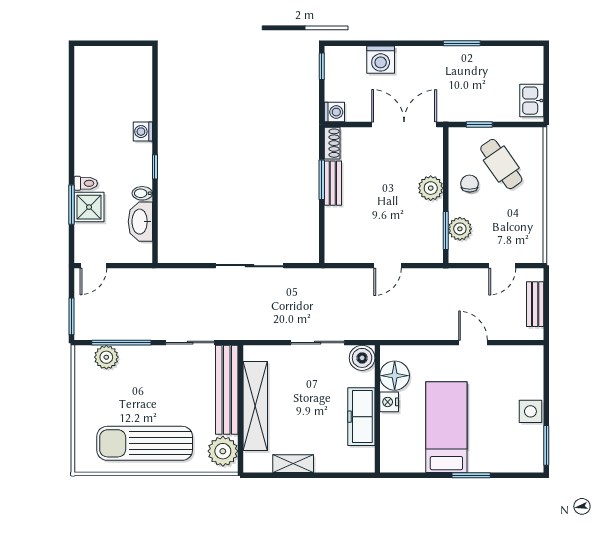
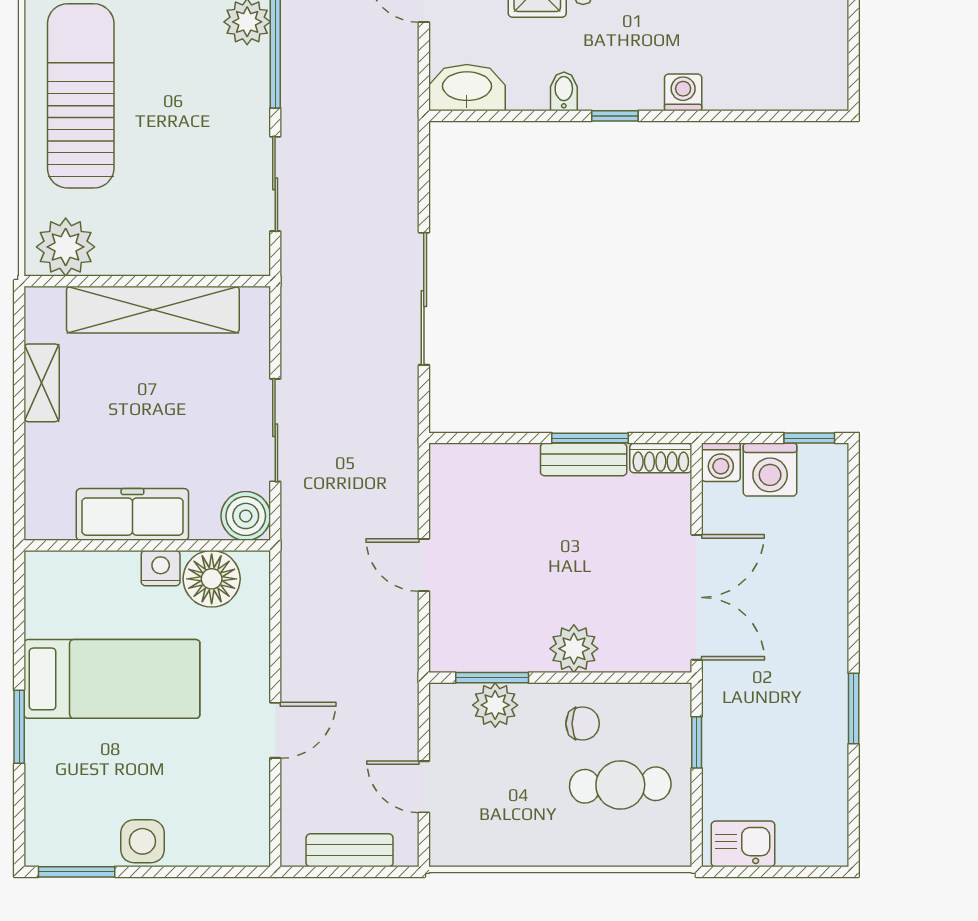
washing machine: (381, 60) -> (770, 470), moved, turned -90
cafe table: (501, 164) -> (620, 785), turned 33
washbasin: (140, 222) -> (467, 88), moved
bench: (227, 390) -> (184, 255), removed

